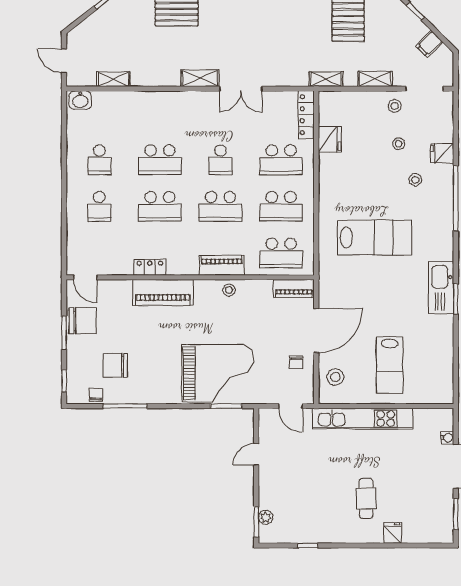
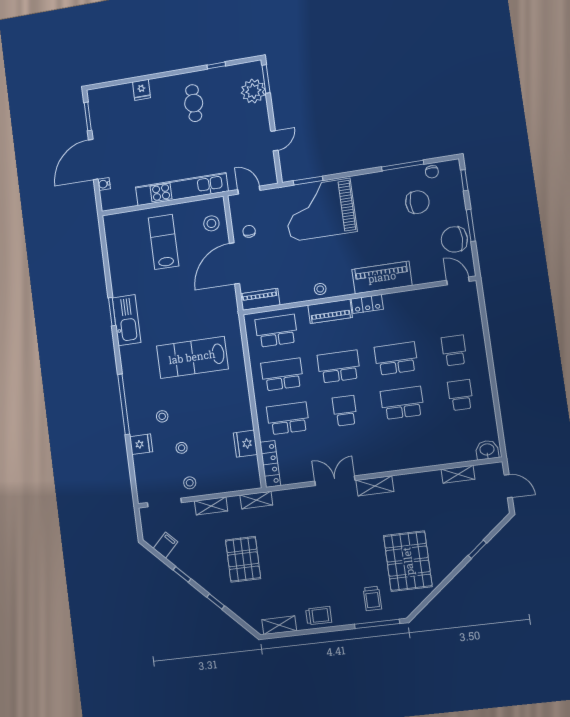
locker: (150, 267) -> (367, 304), moved
cafe table: (366, 499) -> (194, 103), moved
plant: (266, 517) -> (253, 91), width x1.87, depth x1.87

